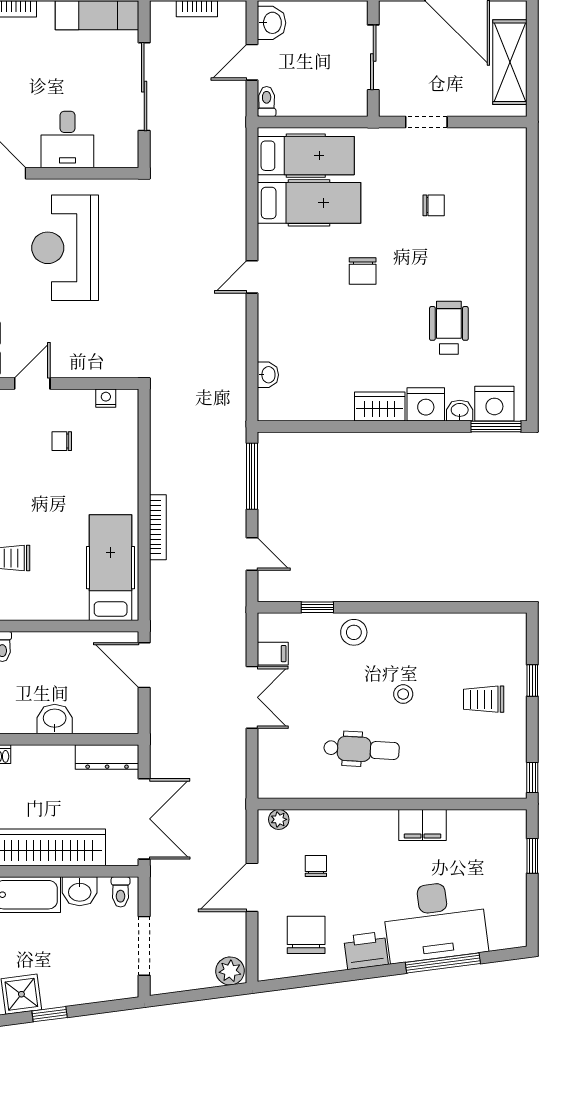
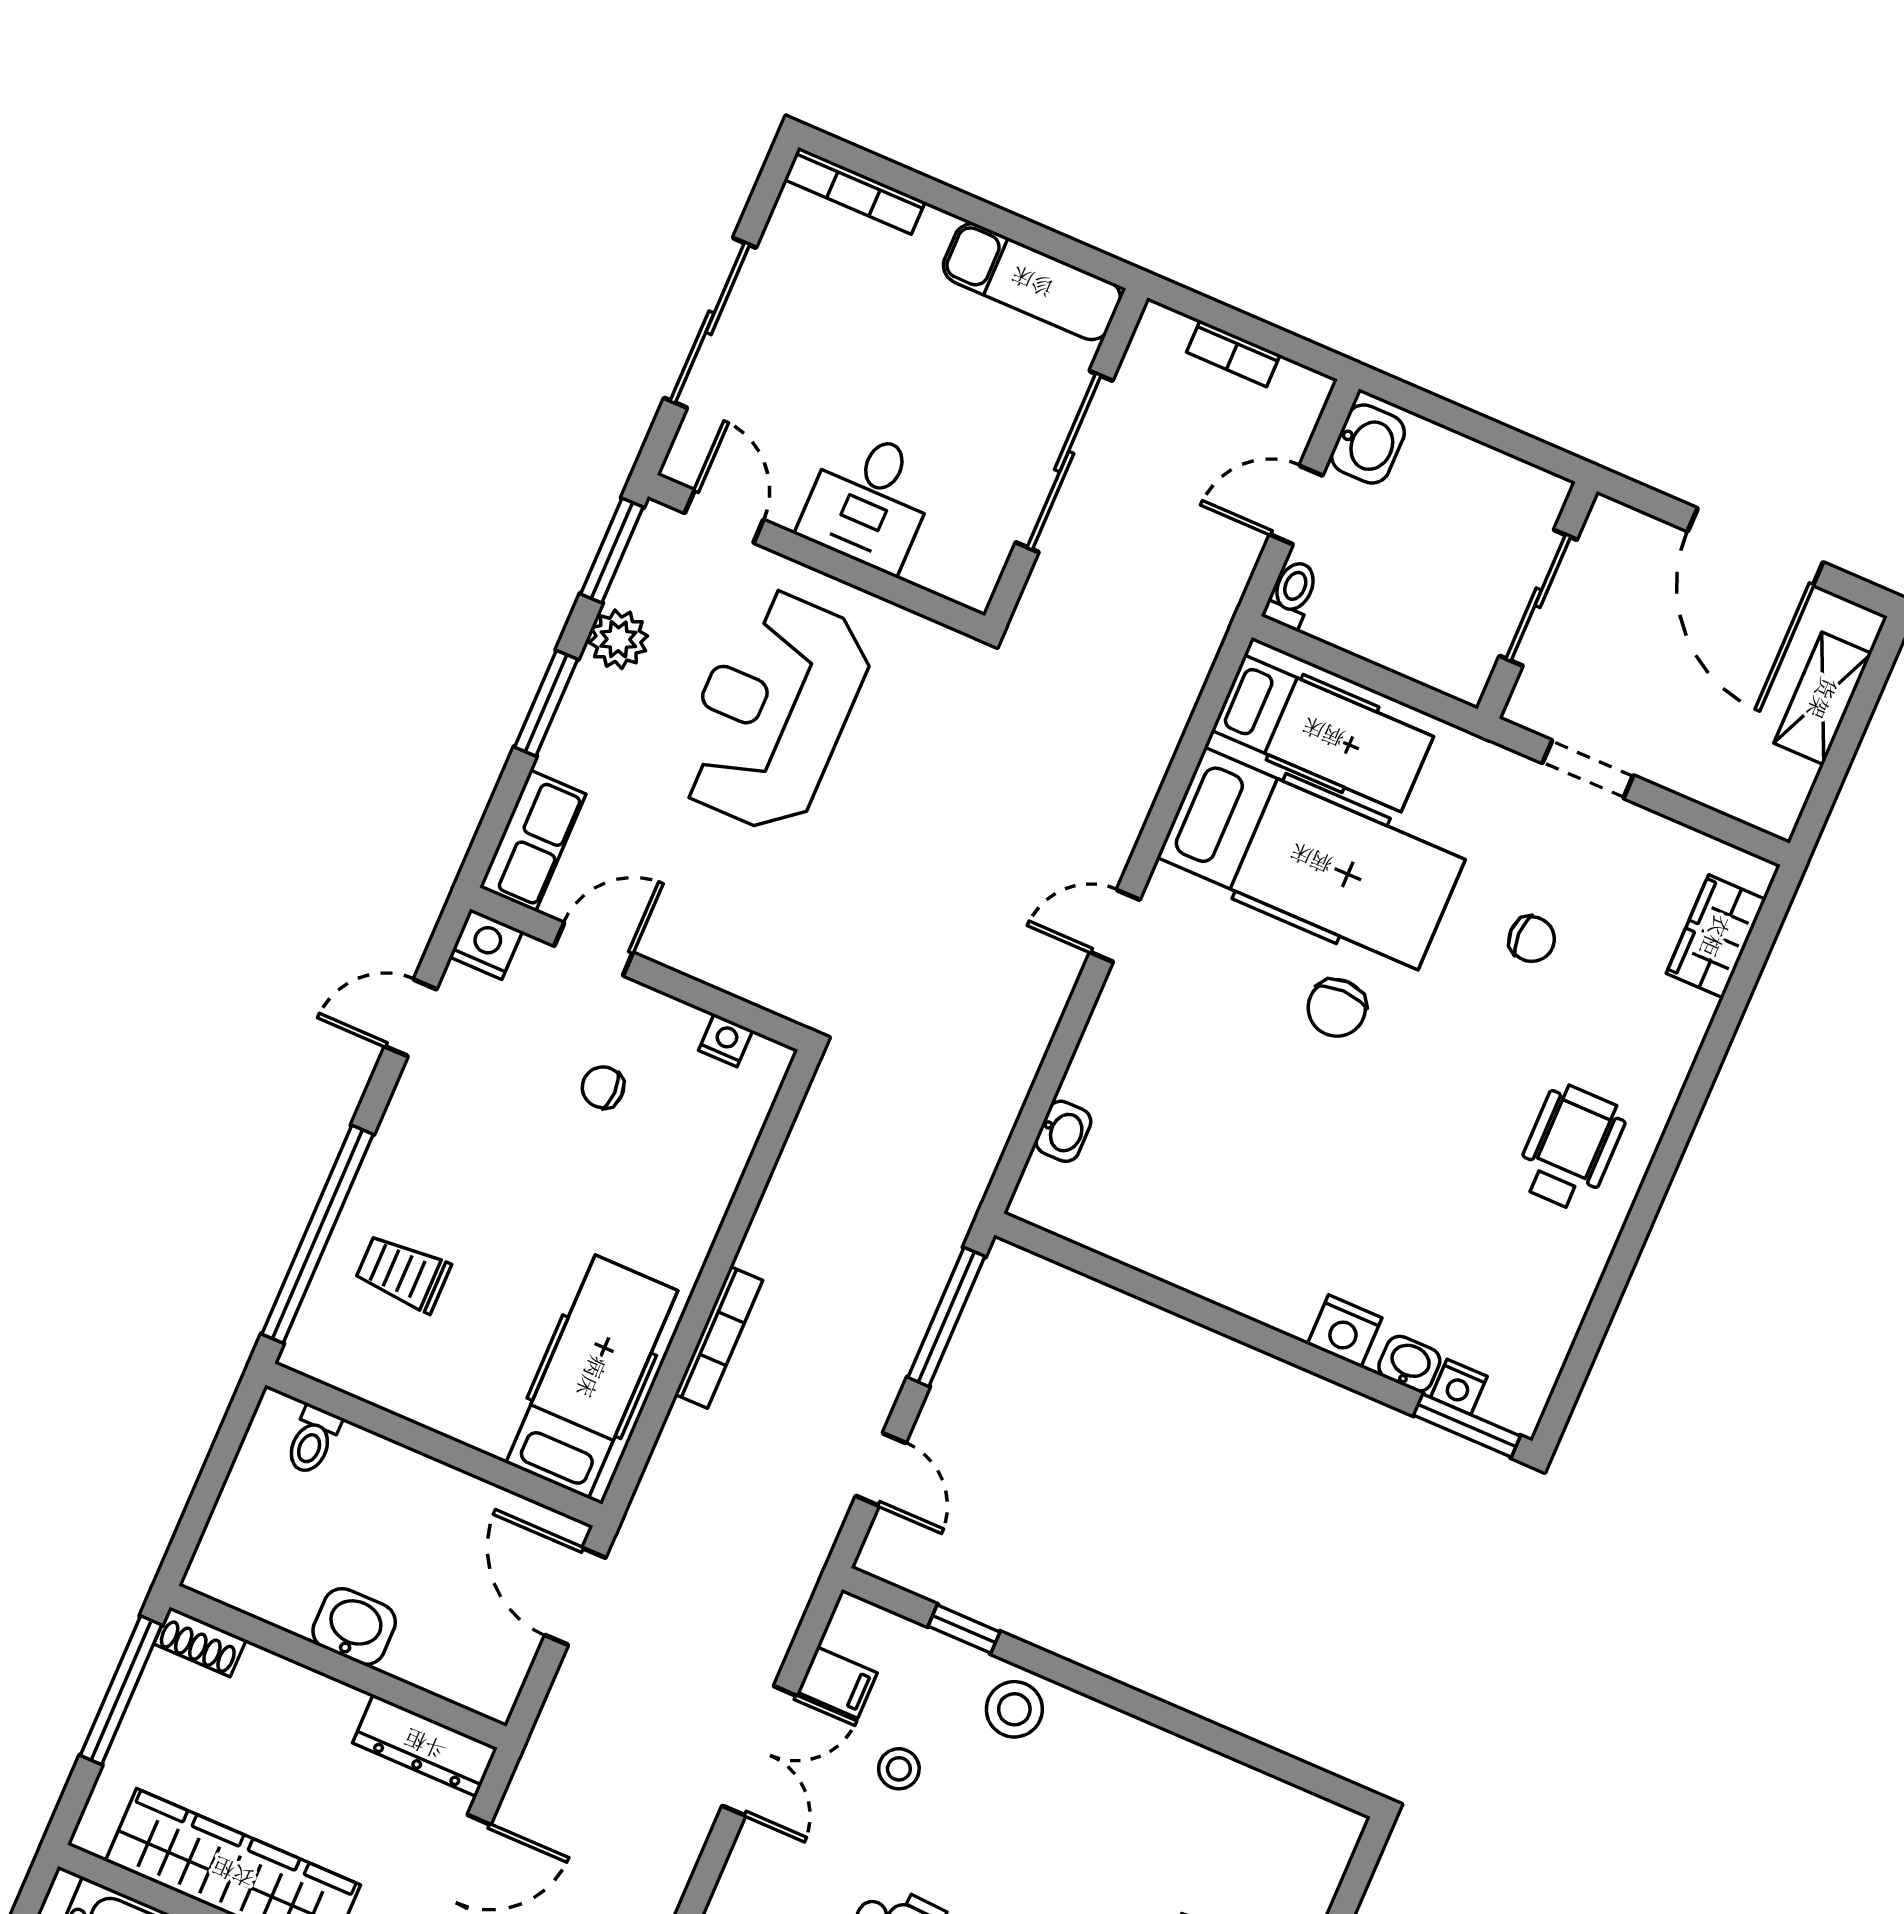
shelving: (510, 62) -> (1823, 698), width x0.67, depth x0.75
hospital bed: (309, 203) -> (1311, 859), width x1.37, depth x1.29
wheelchair: (449, 328) -> (1570, 1147), moved
nightstand: (426, 404) -> (1345, 1331), width x0.74, depth x0.75
nightstand: (494, 404) -> (1459, 1387), width x0.53, depth x0.56
wardrobe: (380, 407) -> (1716, 936), moved, turned -90
stool: (403, 694) -> (899, 1769), moved

